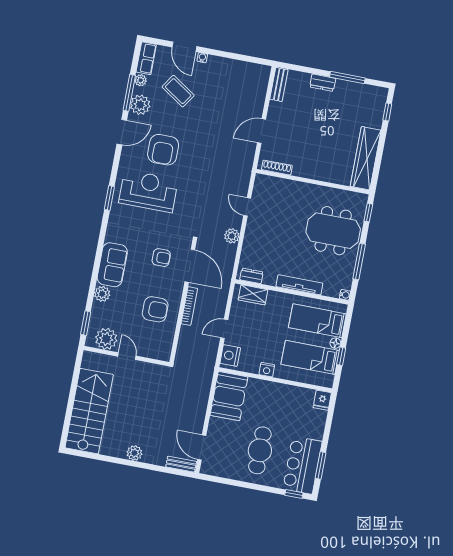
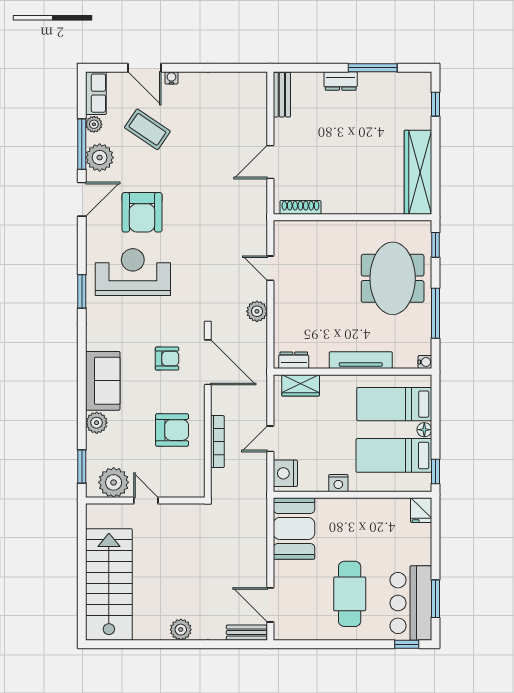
meeting table: (333, 231) -> (393, 278), turned 90
bookcase: (189, 306) -> (217, 442), moved
window: (341, 356) -> (435, 472), moved

